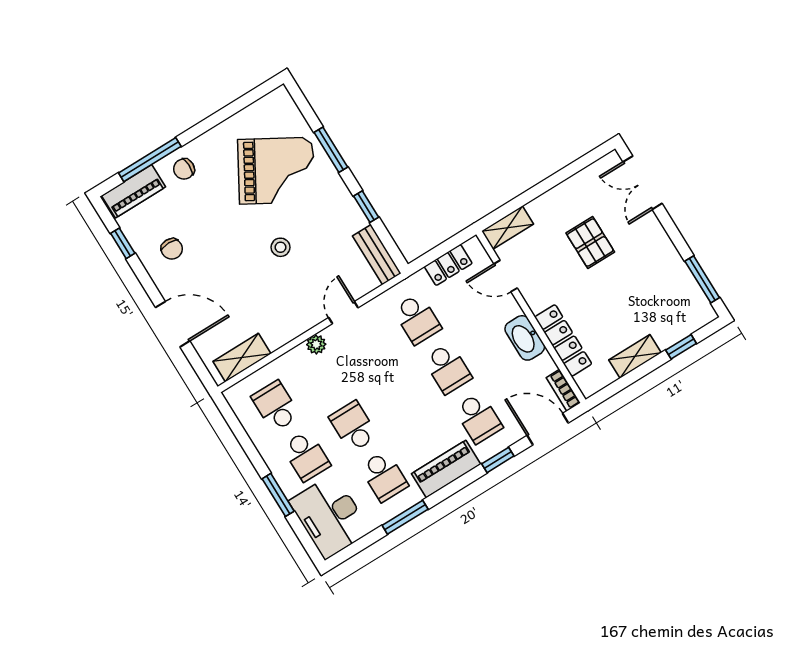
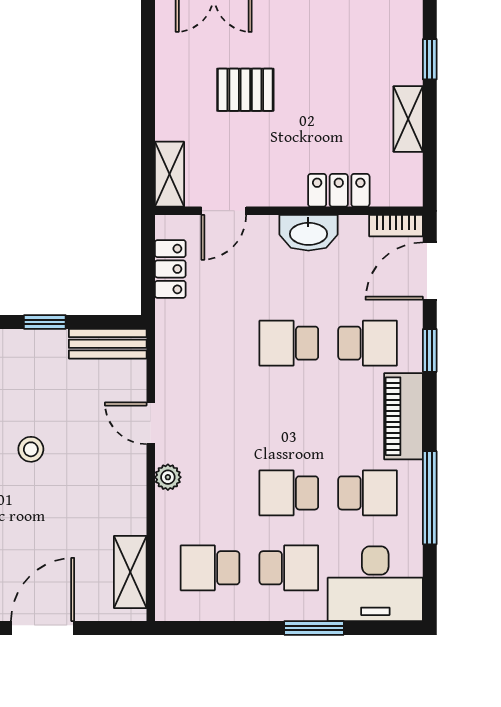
school desk: (417, 319) -> (210, 343), removed
locker: (563, 340) -> (339, 190), width x0.66
school desk: (448, 368) -> (289, 343), turned 180
window: (405, 517) -> (430, 498), width x1.44

